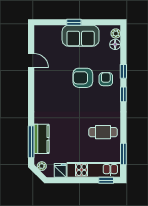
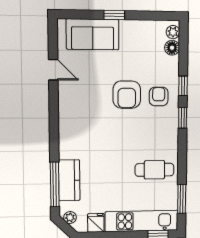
sofa: (81, 36) -> (93, 34), moved
armchair: (83, 78) -> (127, 95), turned -90

